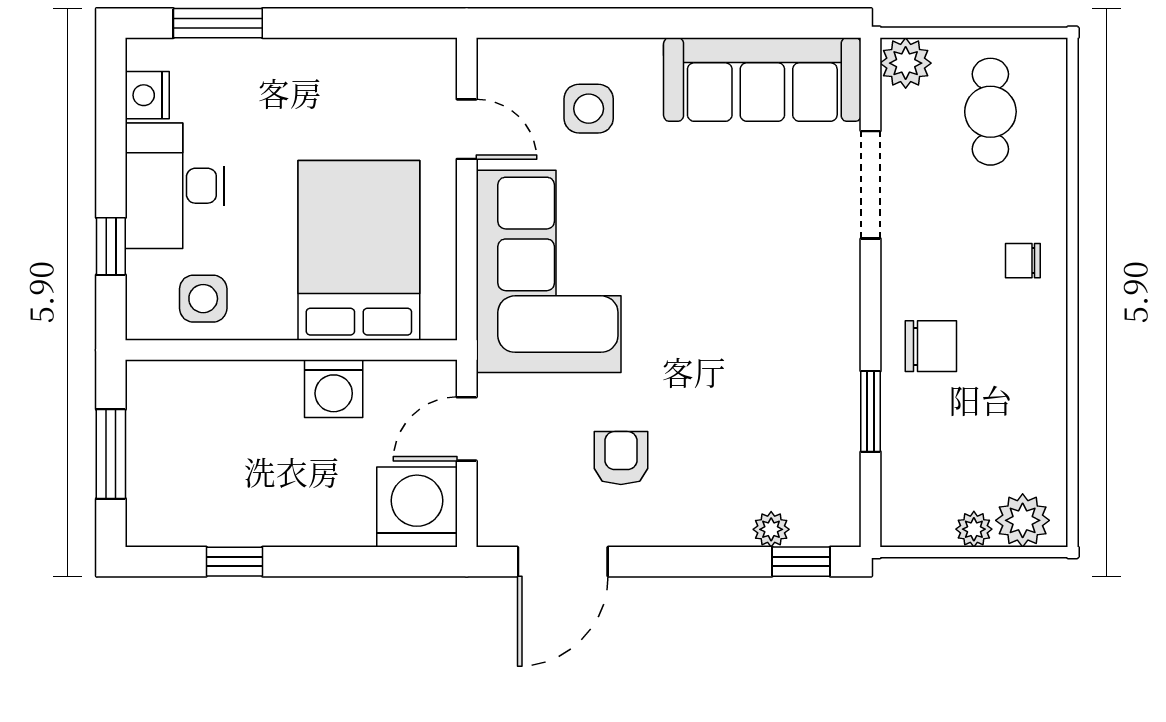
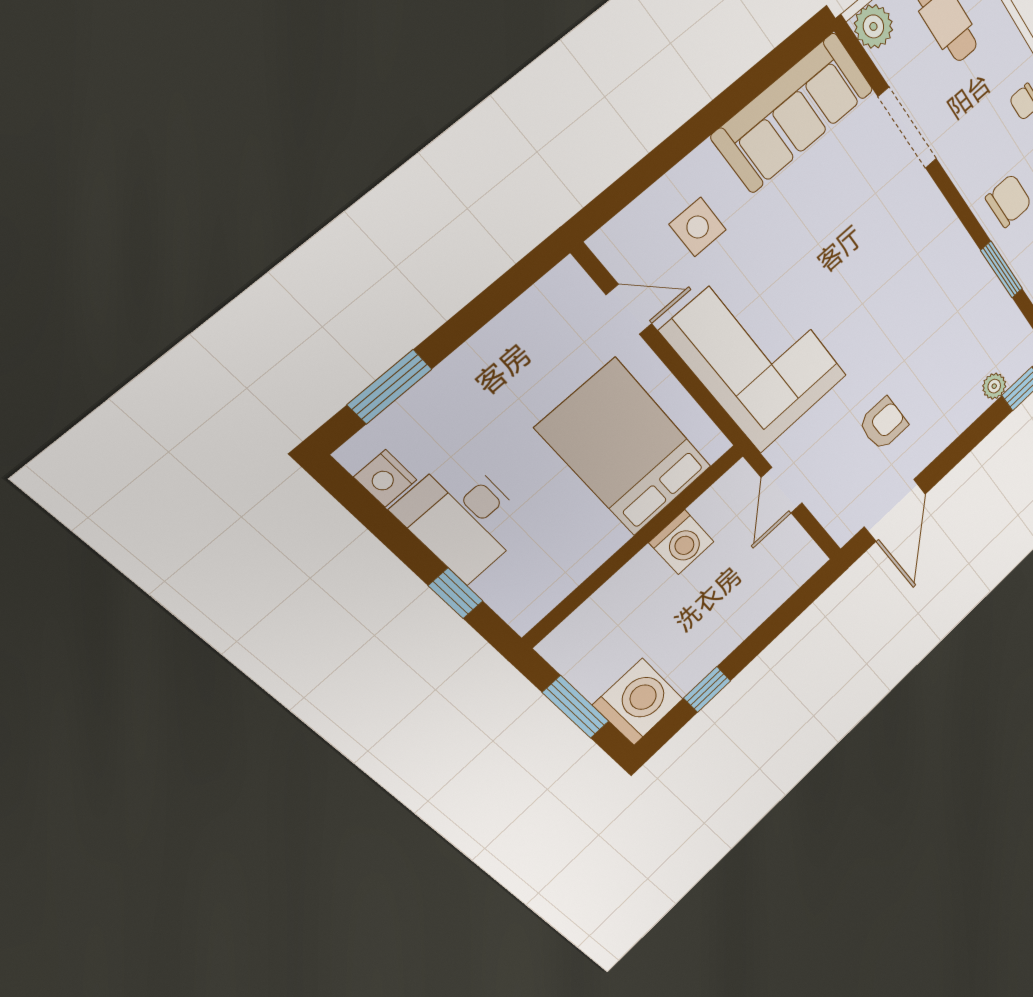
side table: (203, 299) -> (549, 567), removed
armchair: (621, 458) -> (883, 424), turned 90
washing machine: (417, 507) -> (638, 702), moved, turned 90

